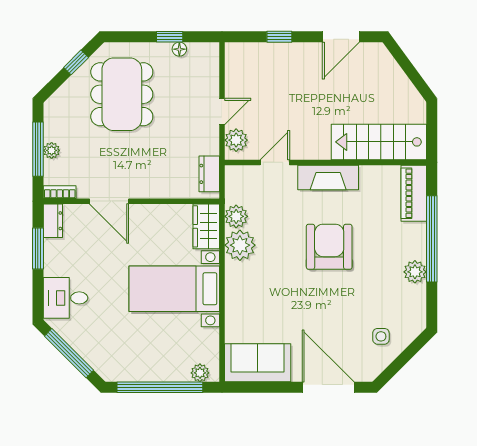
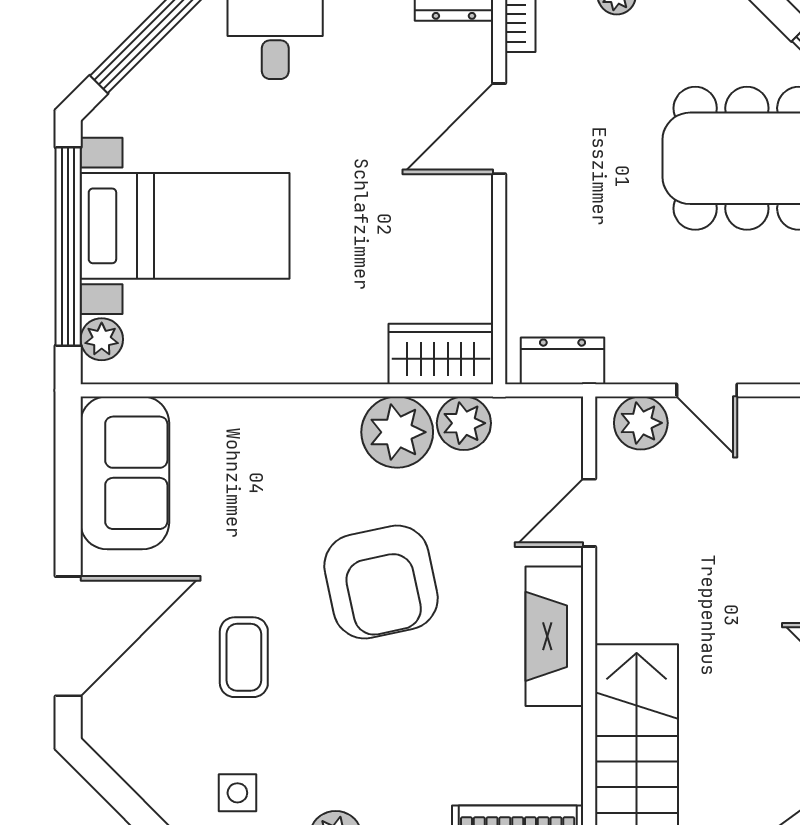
door: (275, 162) -> (589, 513), swing flipped
armchair: (329, 247) -> (381, 582), moved, turned 78
bed with nightstands: (174, 289) -> (185, 226), moved, turned 90
coffee table: (337, 311) -> (244, 657), added
side table: (381, 336) -> (237, 793), moved

